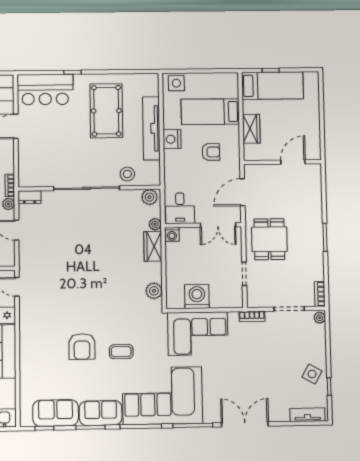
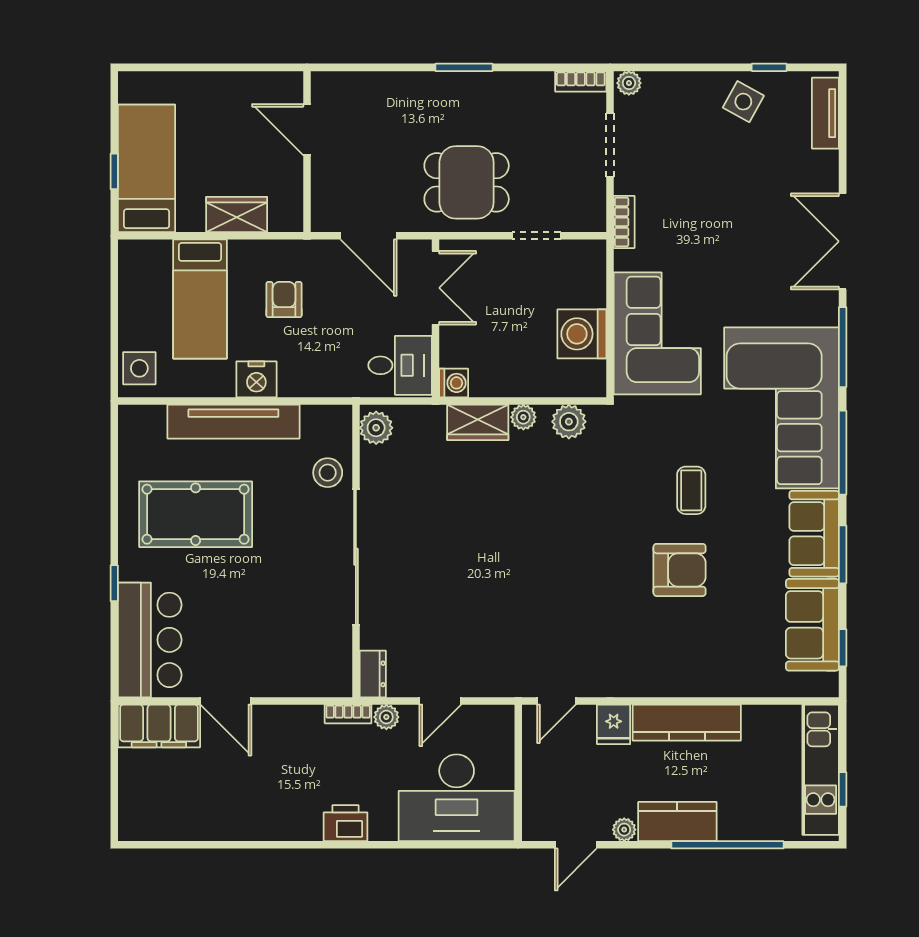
plant: (155, 224) -> (523, 417), moved

